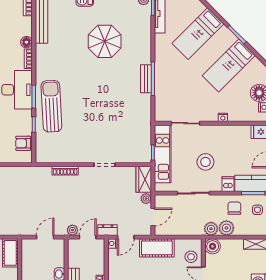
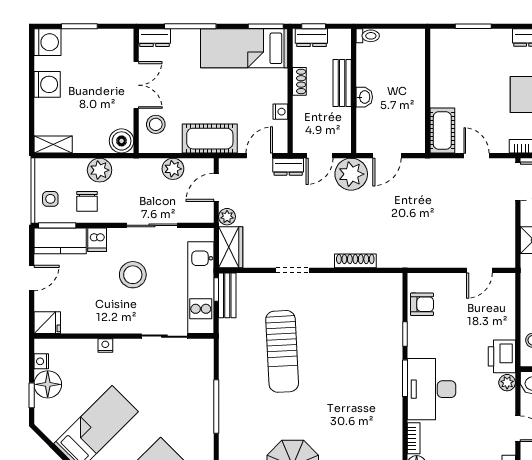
bench: (146, 79) -> (227, 295), moved
sun lounger: (51, 106) -> (282, 351), moved
plant: (211, 229) -> (173, 169), moved
plant: (72, 230) -> (351, 174), width x1.88, depth x1.88
nightstand: (112, 243) -> (280, 112), moved

